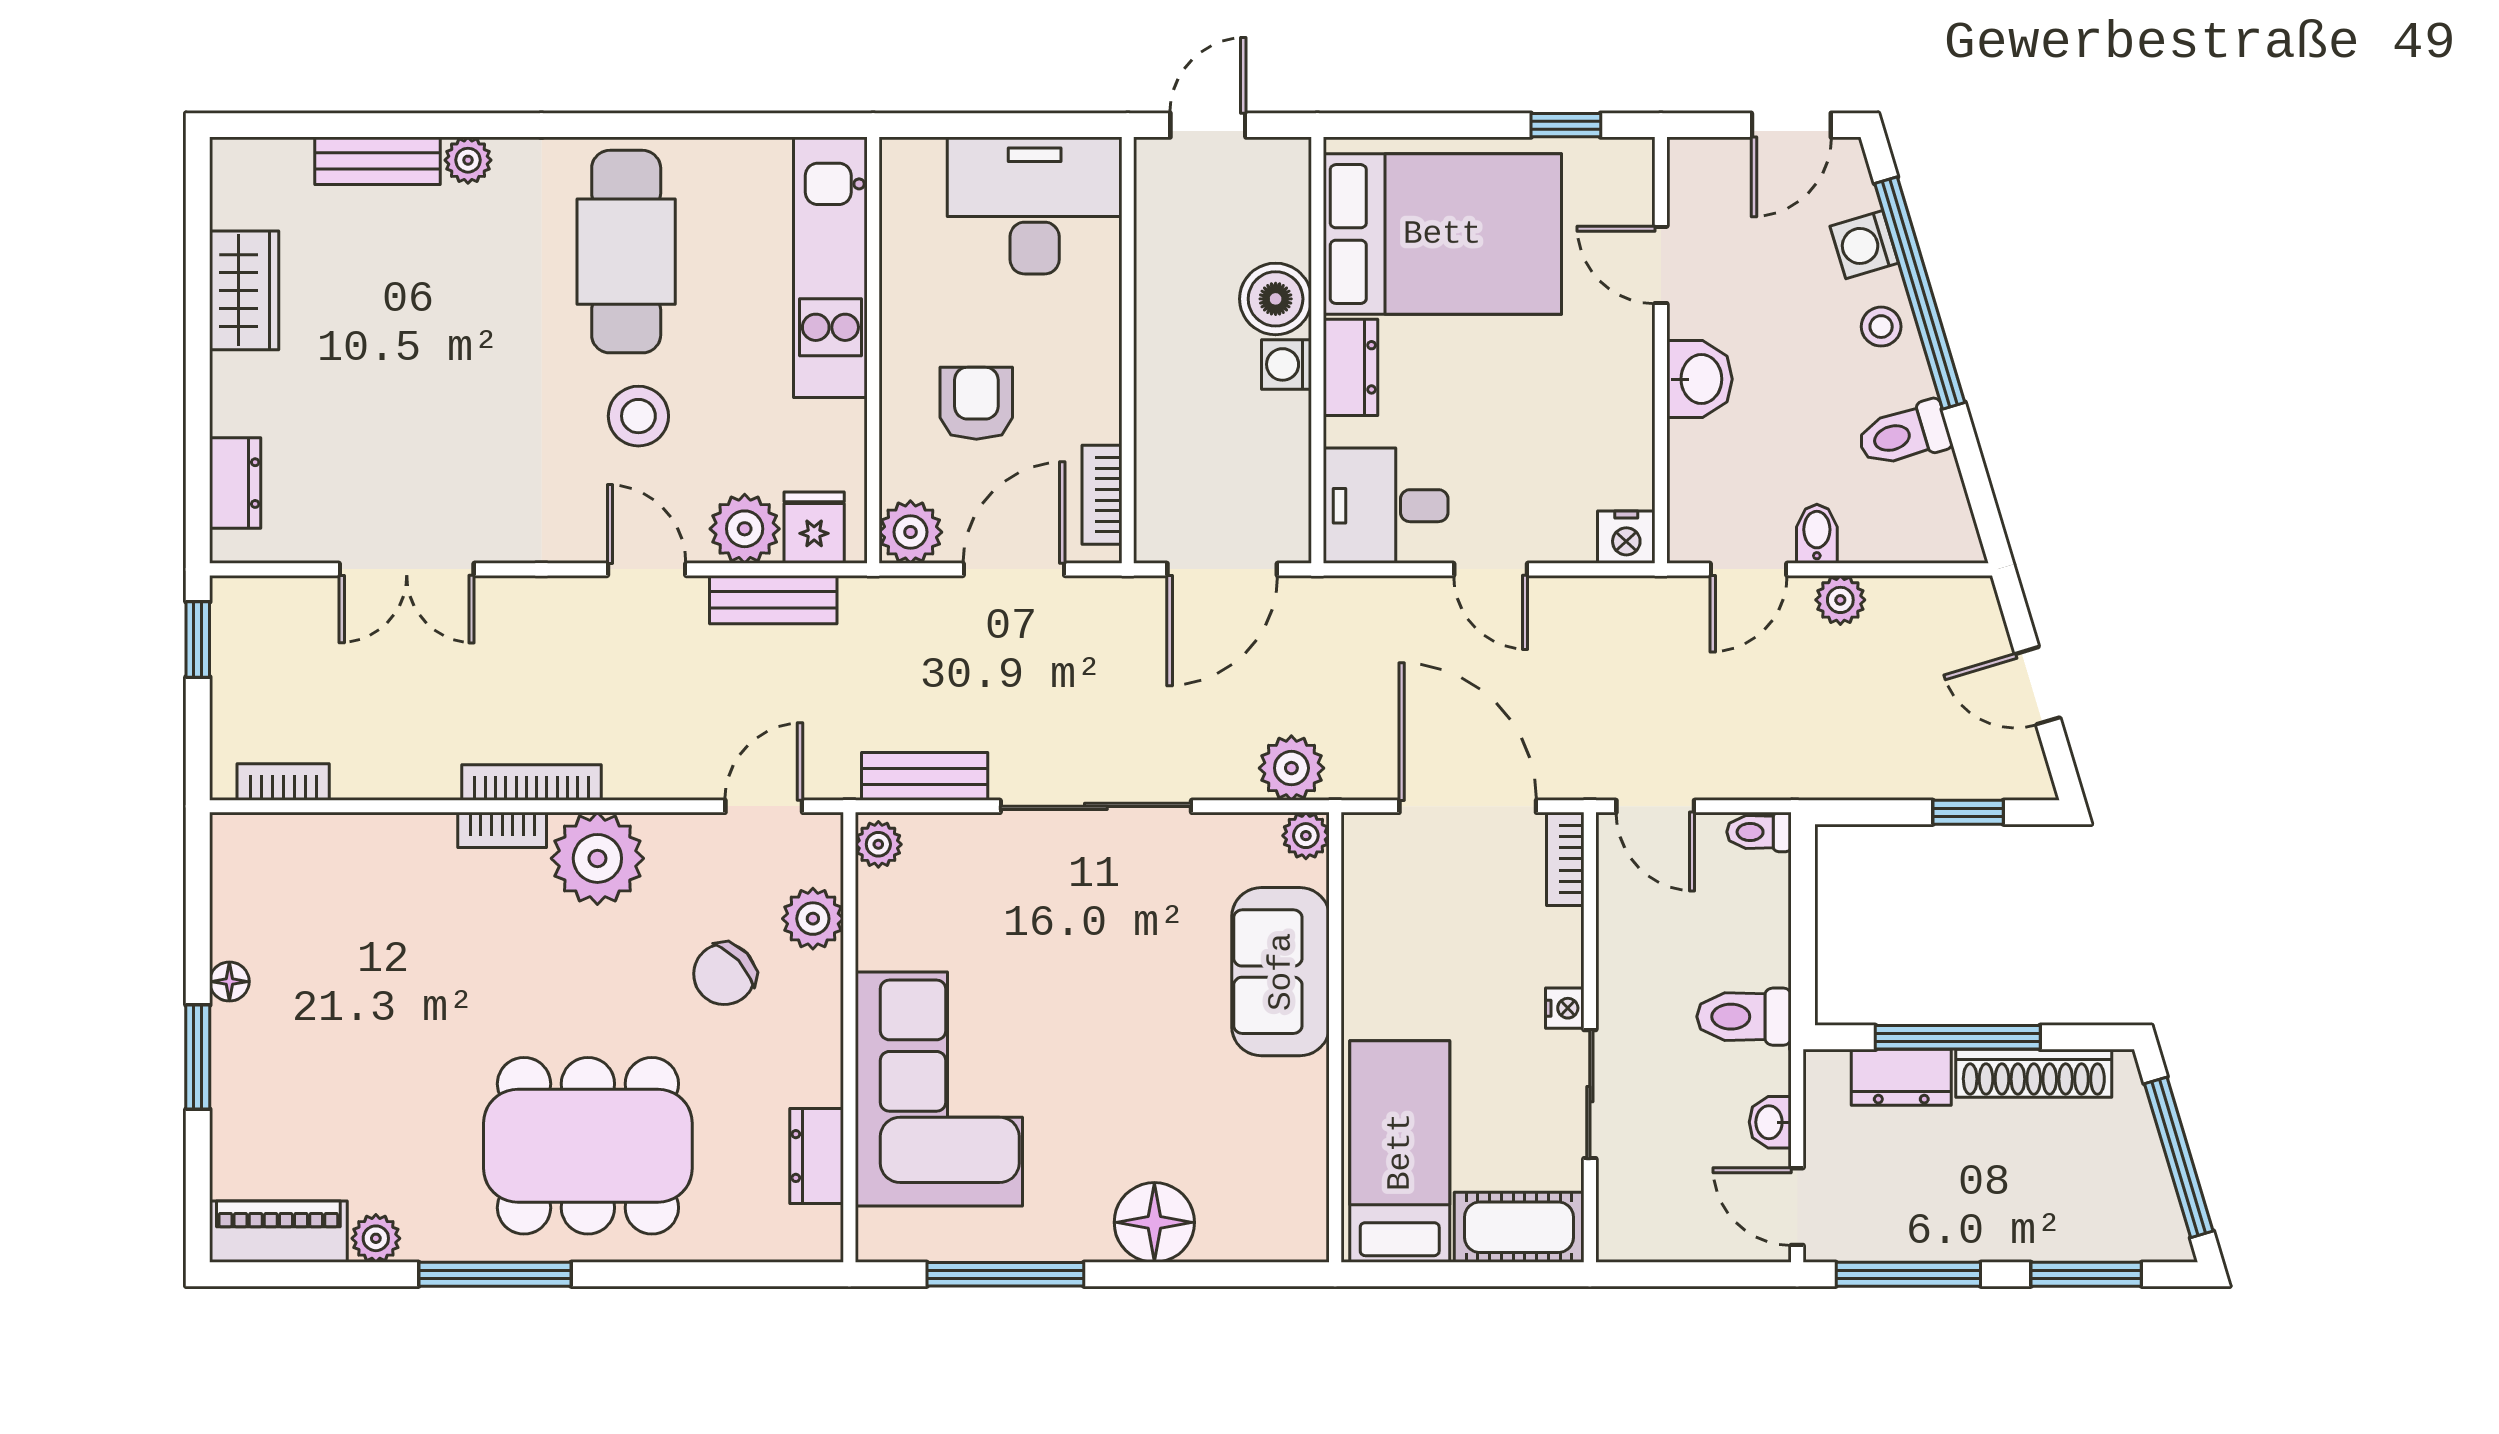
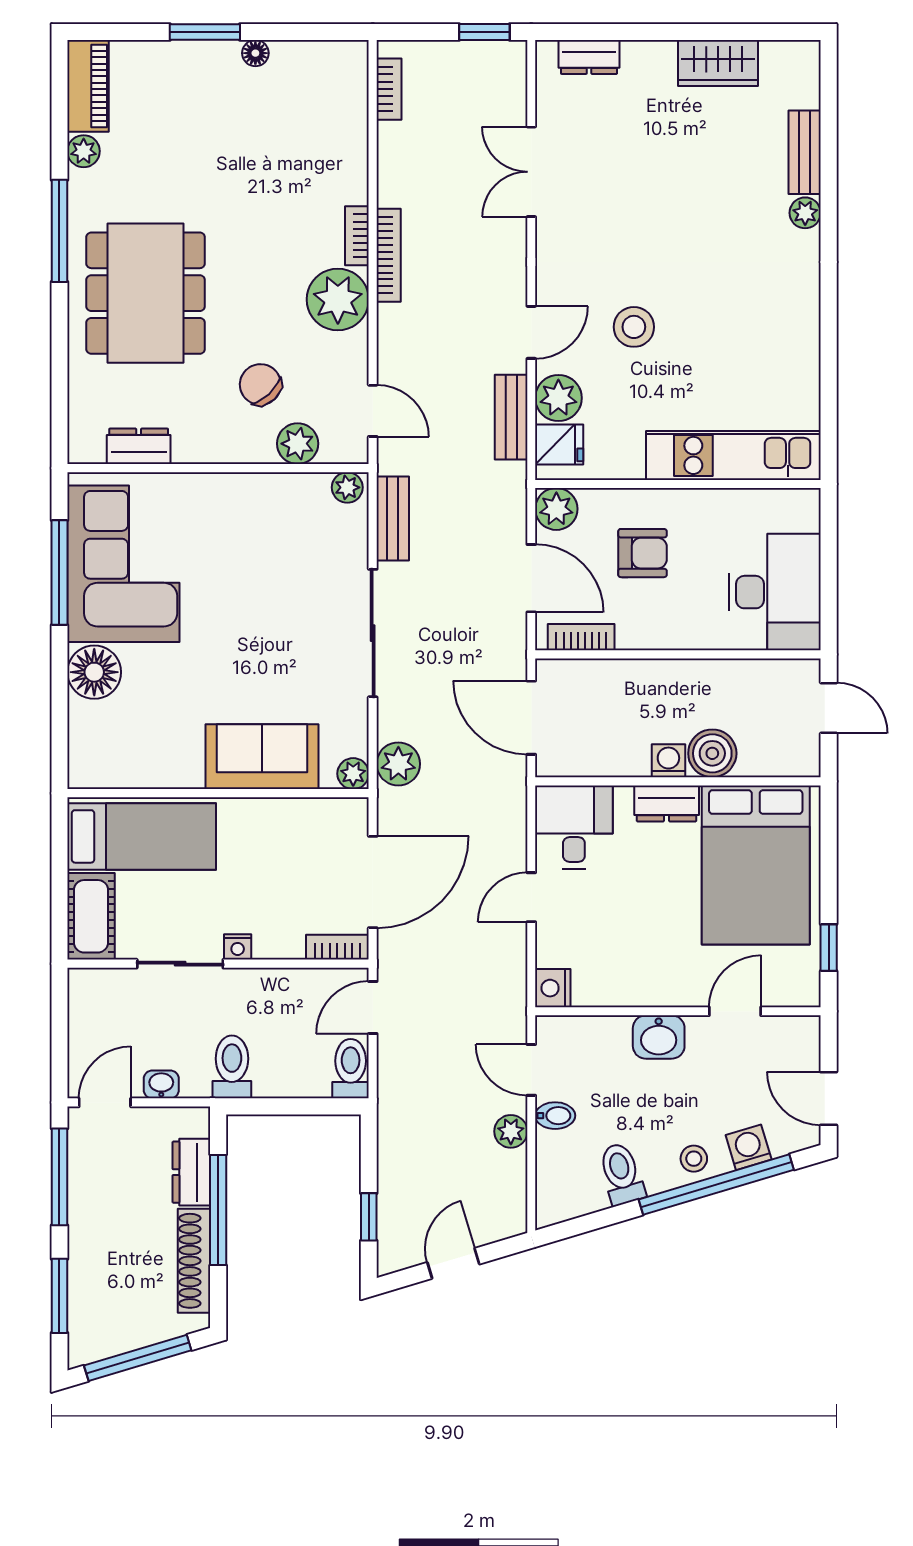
cafe table: (626, 252) -> (744, 319), removed
toilet: (1759, 832) -> (351, 1069), width x1.37, depth x1.39
corner sofa: (939, 1089) -> (123, 564), moved, turned -90

